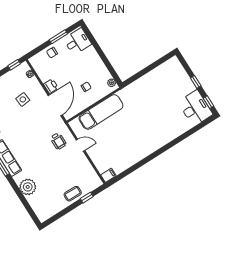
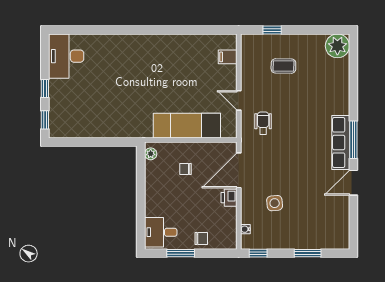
window: (209, 102) -> (45, 120), moved
filing cabinet: (108, 175) -> (228, 57), moved
plant: (28, 187) -> (337, 46), moved
coffee table: (73, 194) -> (283, 66), moved

